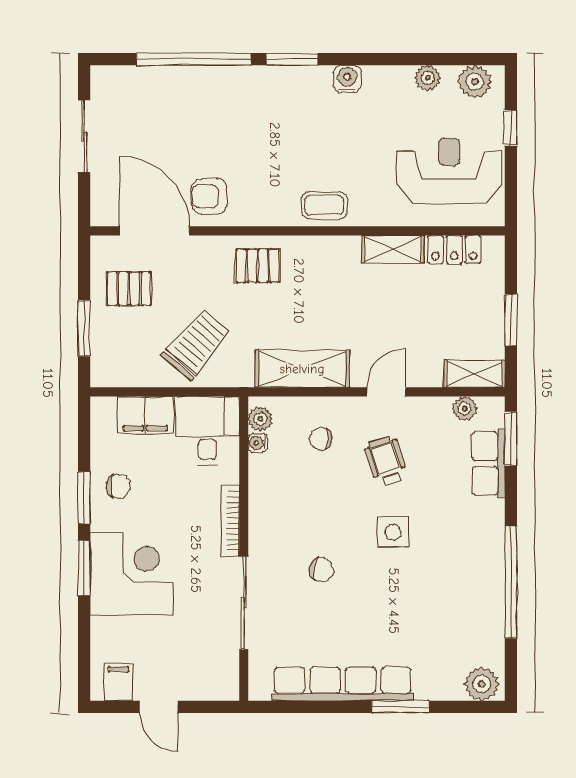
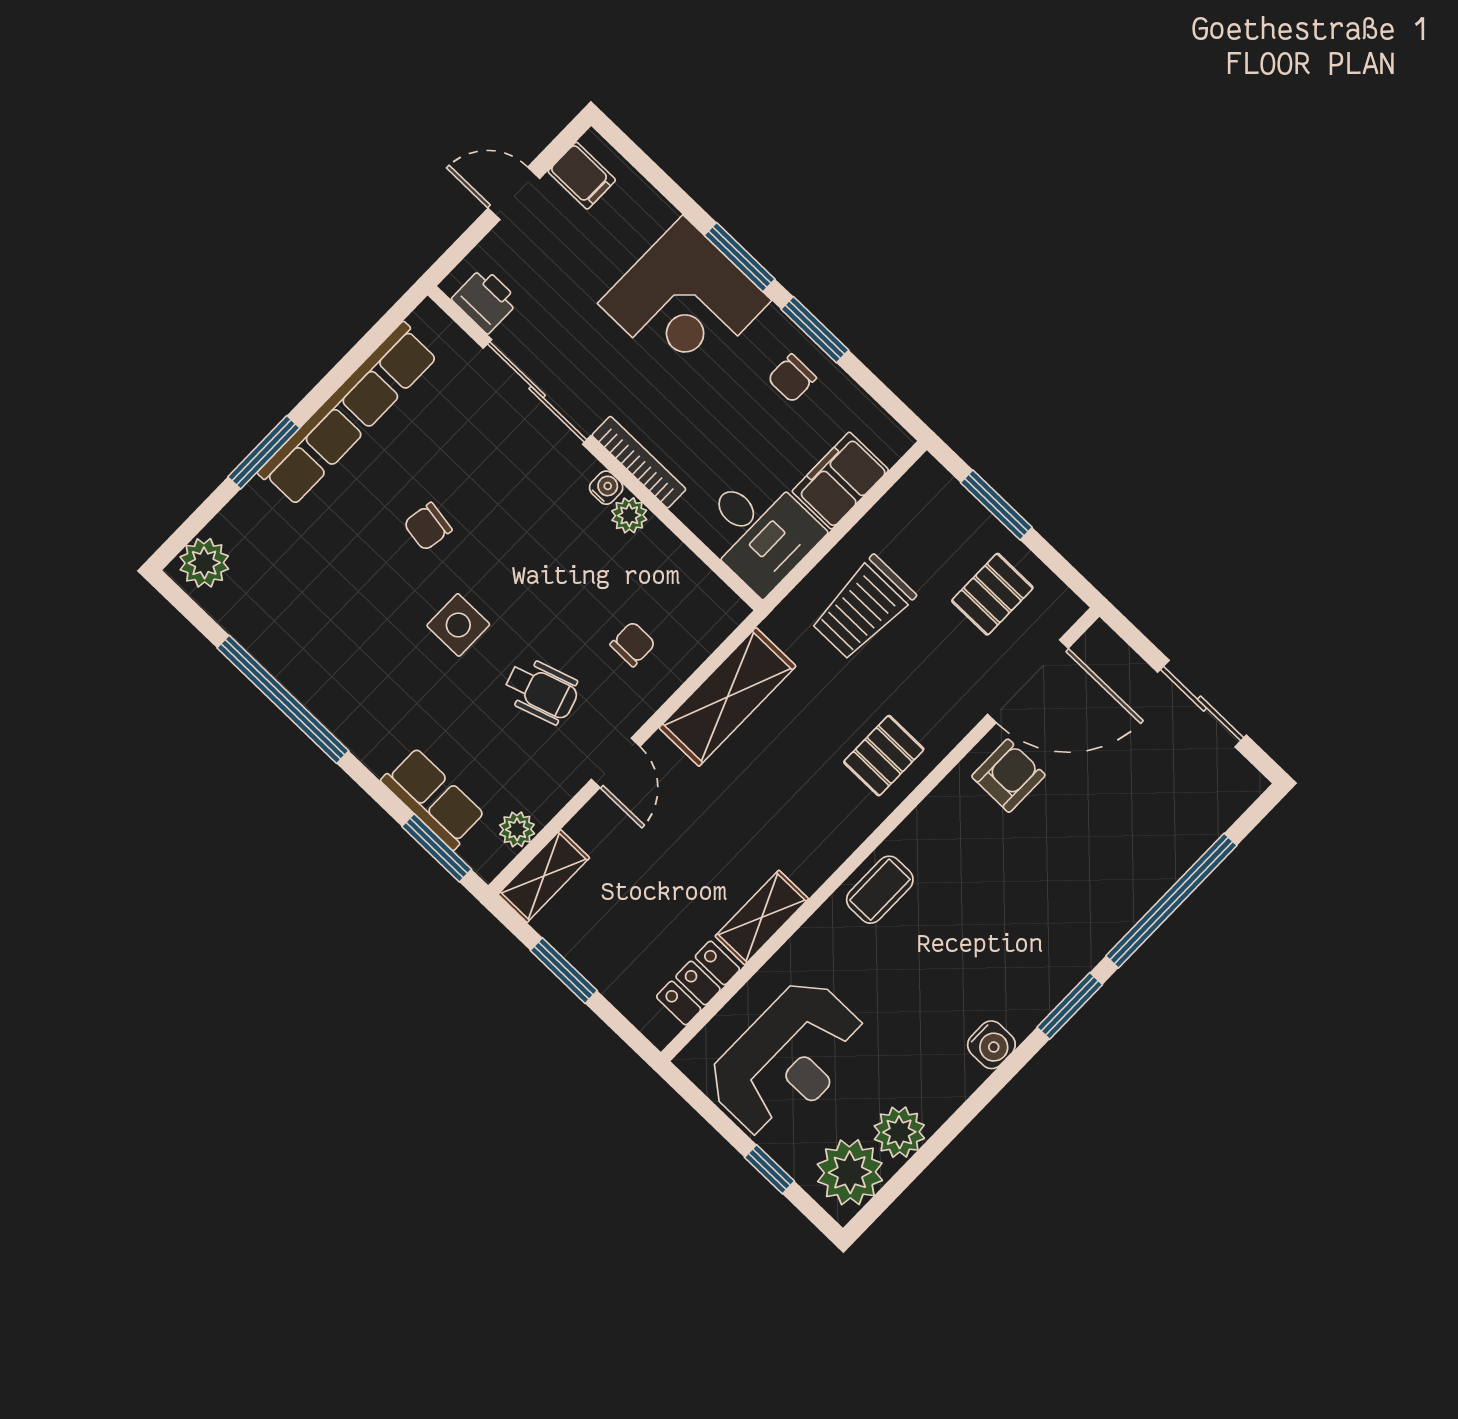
plant: (428, 78) -> (899, 1132), width x1.38, depth x1.38
plant: (475, 82) -> (850, 1172), width x1.36, depth x1.36
trolley: (196, 345) -> (863, 608), turned 49
plant: (260, 419) -> (629, 515), moved
water cooler: (258, 443) -> (606, 488), moved
chair: (321, 570) -> (428, 527), moved
printer: (223, 671) -> (485, 300), added

